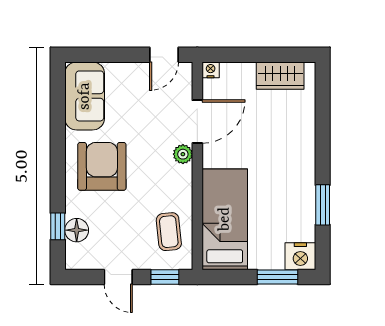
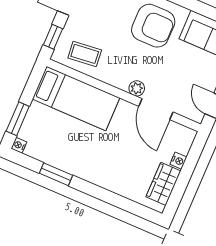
nightstand: (211, 70) -> (178, 161), moved
nightstand: (300, 256) -> (19, 145), width x0.53, depth x0.56

